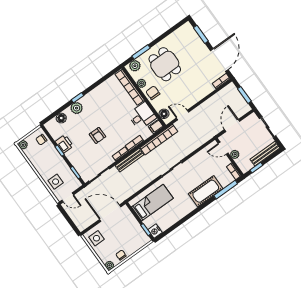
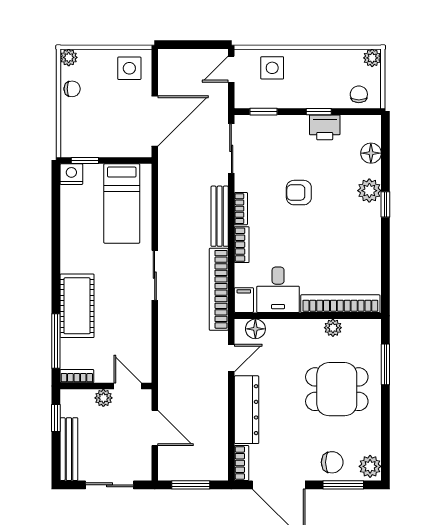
plant: (135, 66) -> (370, 466), moved
chair: (153, 93) -> (332, 462), moved
dresser: (199, 94) -> (247, 410), added
door: (223, 148) -> (128, 386), hinge flipped

